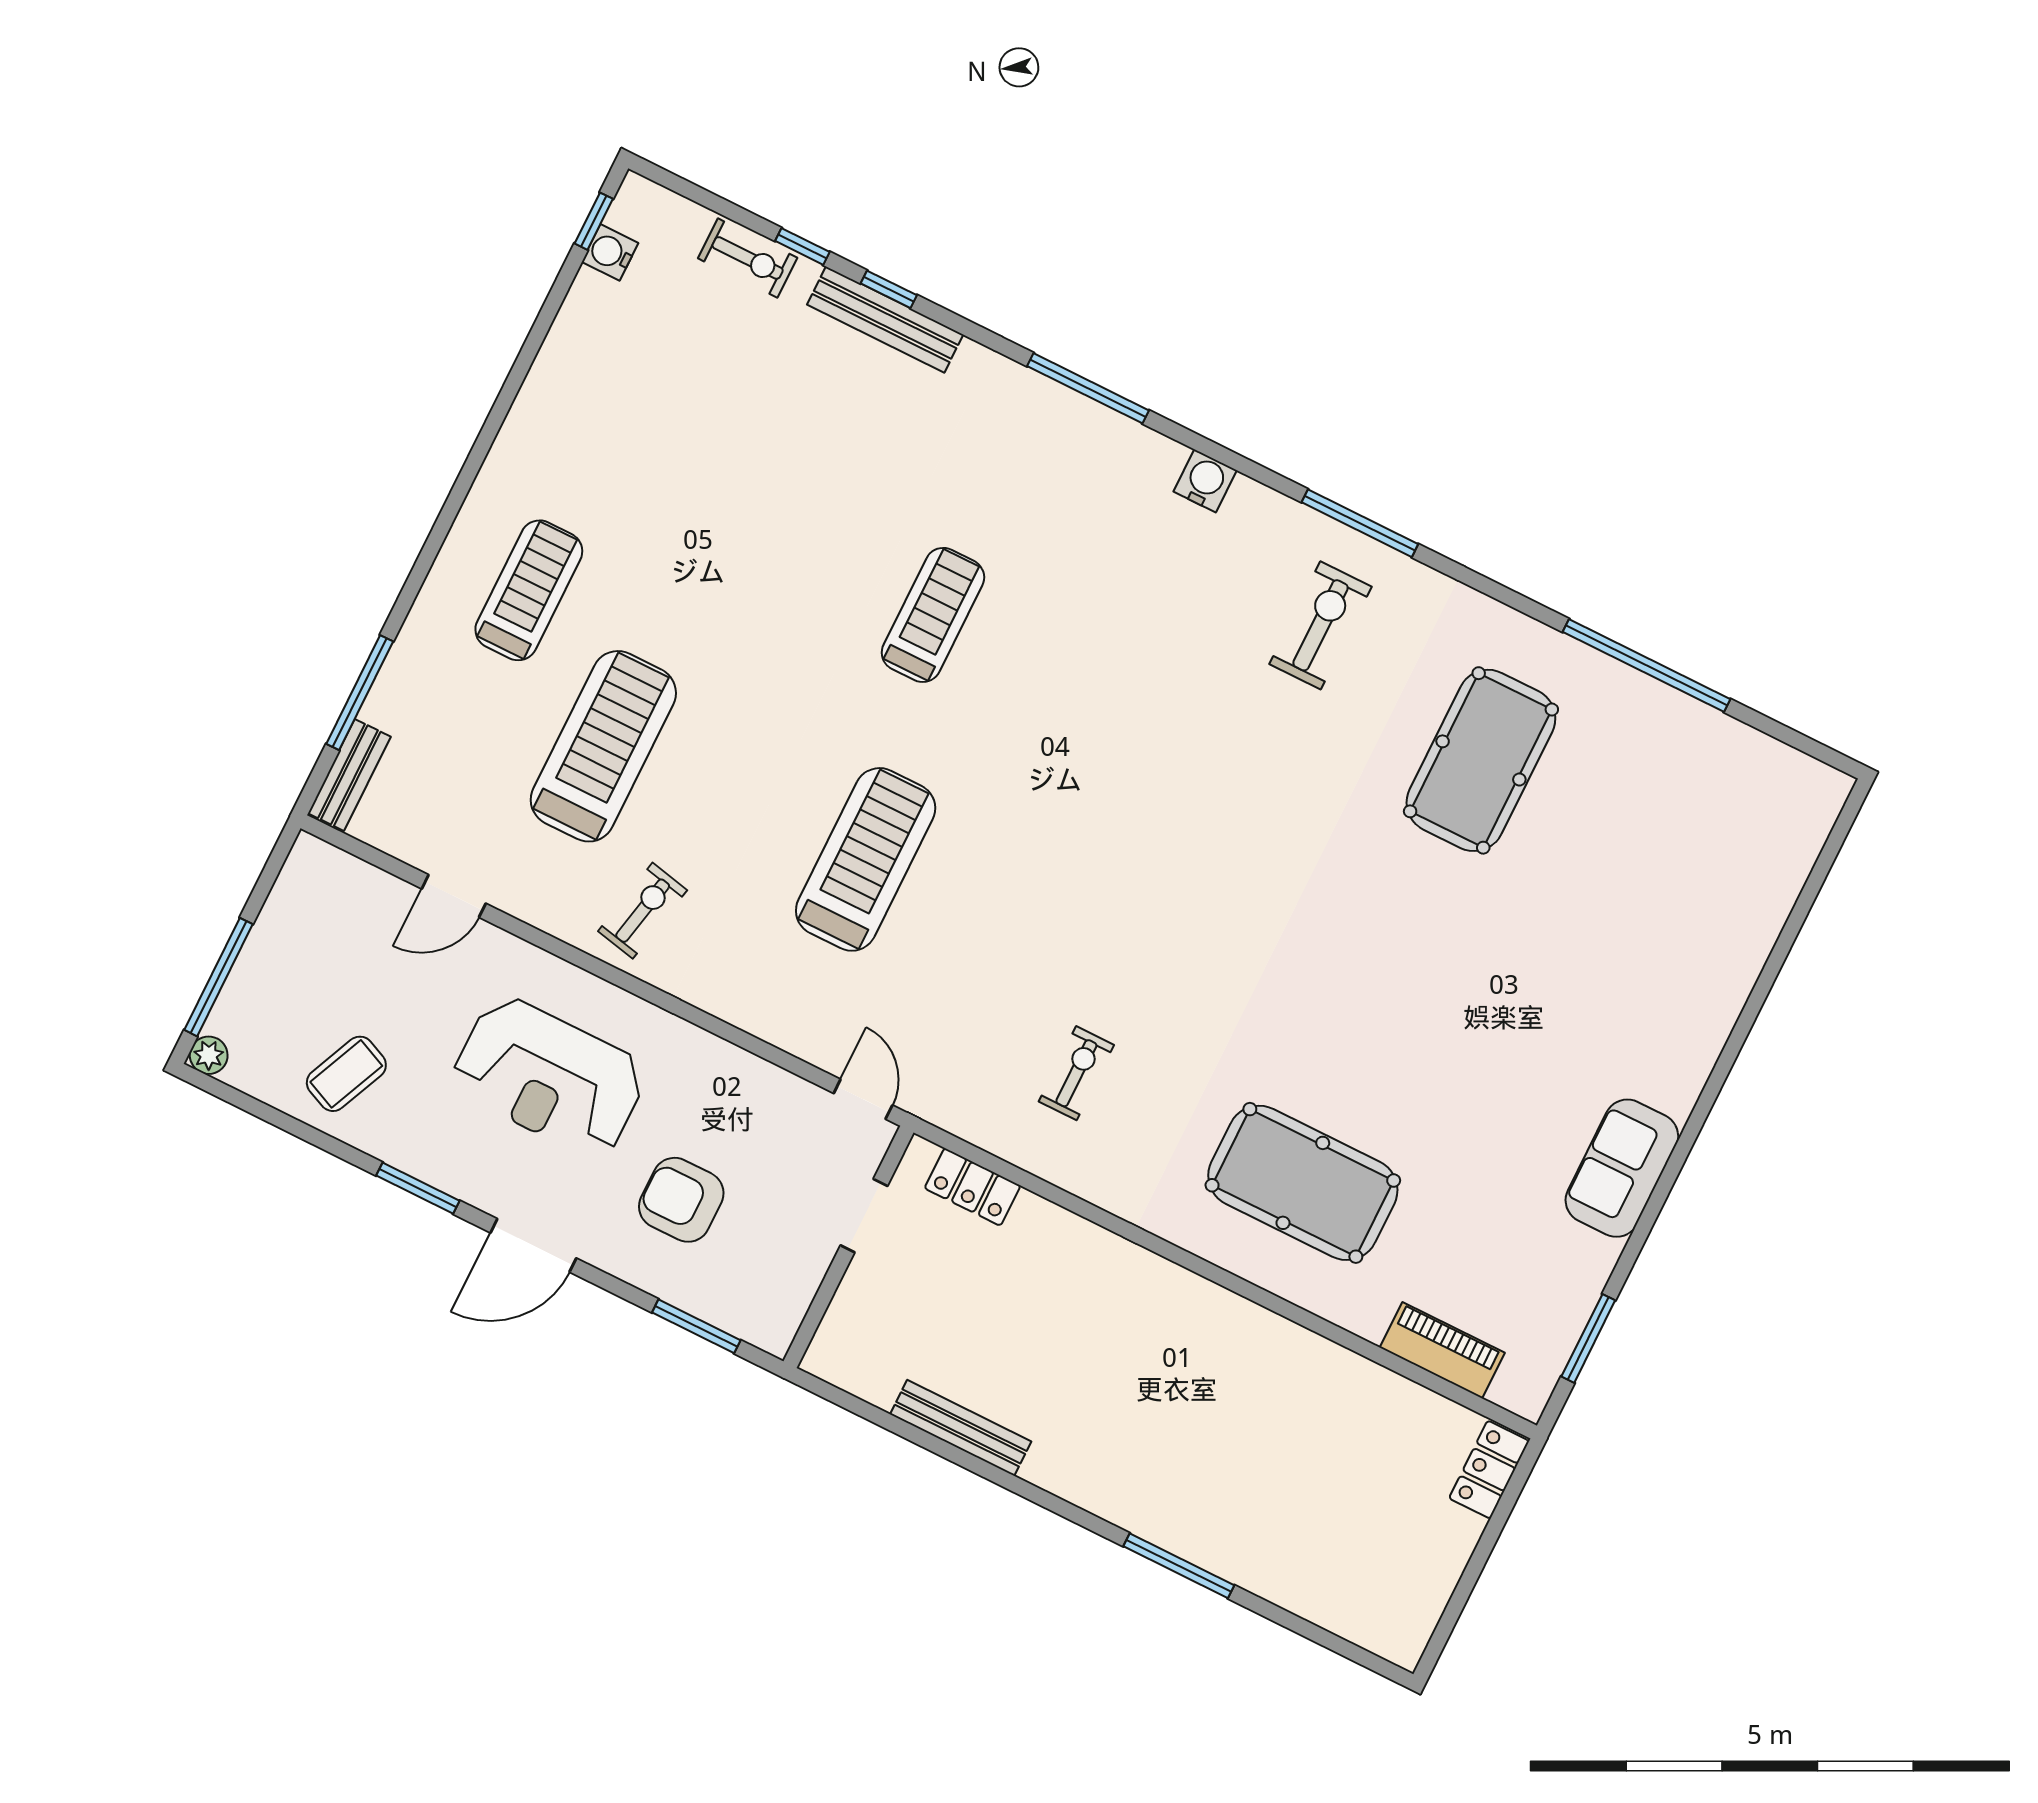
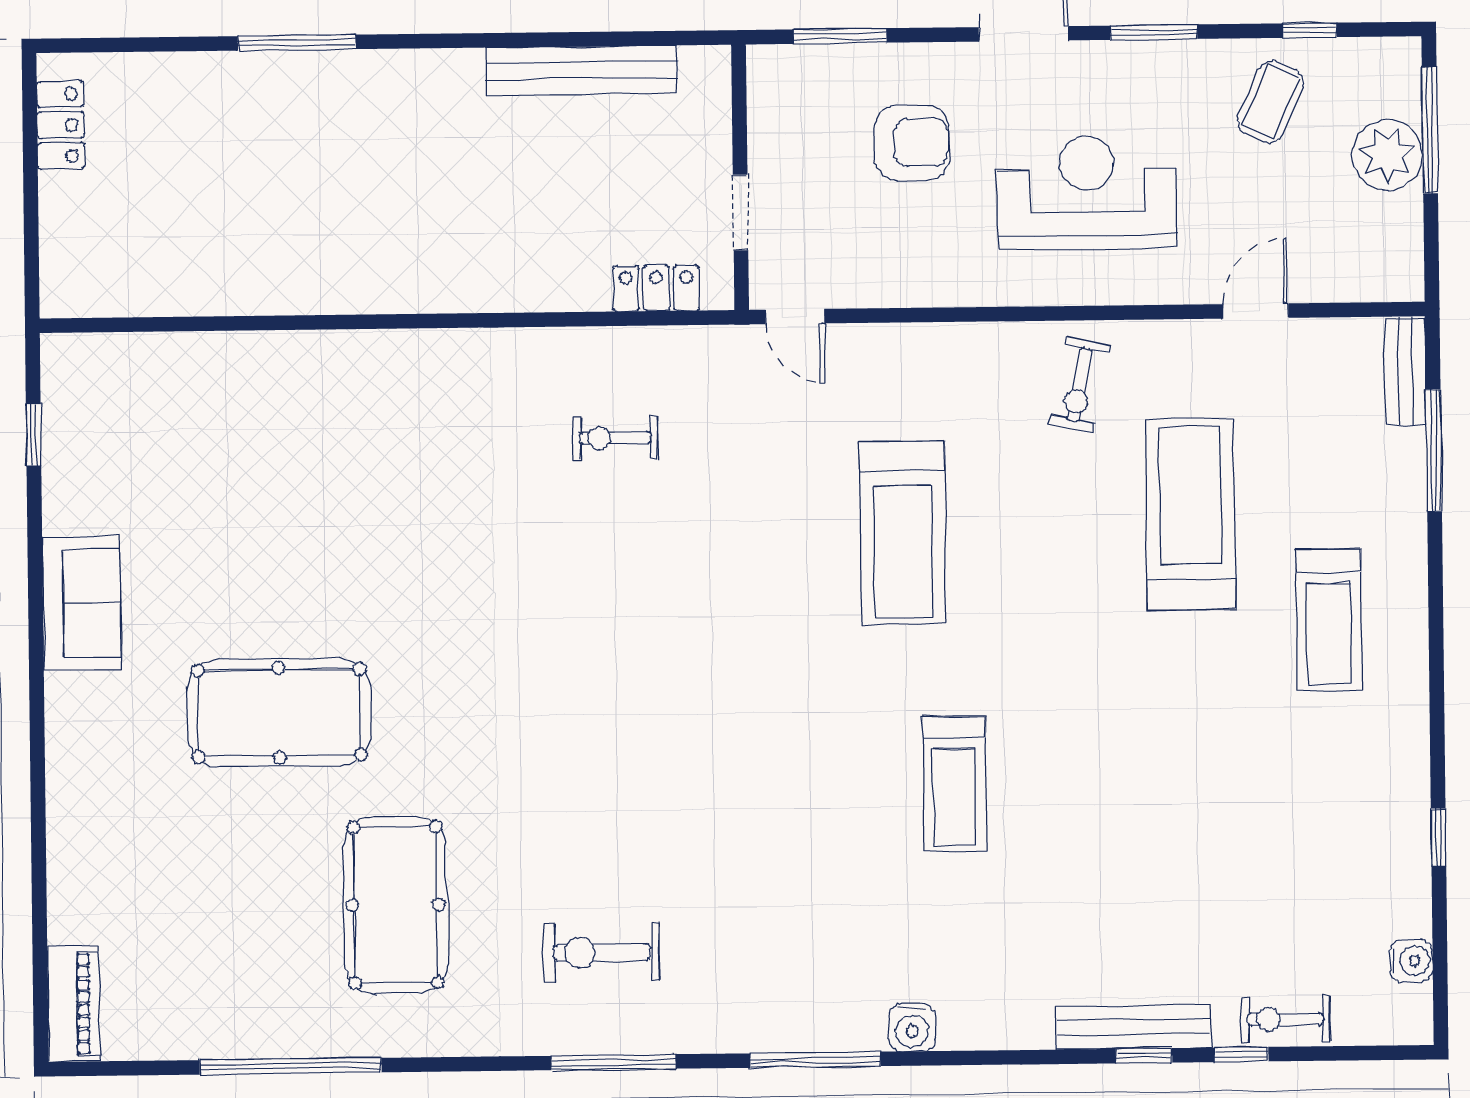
window: (594, 221) -> (1438, 837), moved
window: (1088, 388) -> (815, 1060), moved
water cooler: (1205, 481) -> (912, 1027), moved
exercise bike: (1320, 625) -> (602, 952), turned 90
treadmill: (603, 746) -> (1190, 514), turned 180
plant: (209, 1055) -> (1387, 155), moved, width x1.88, depth x1.88
exercise bike: (1076, 1073) -> (615, 438), turned 90
window: (280, 1119) -> (1310, 30), added
pool table: (1303, 1183) -> (279, 713), moved
window: (1588, 1338) -> (34, 435), width x0.67
piano: (1442, 1350) -> (74, 1004), moved, turned -90
bench: (961, 1428) -> (582, 70), width x1.37, depth x1.21
locker: (1489, 1470) -> (61, 125), moved

